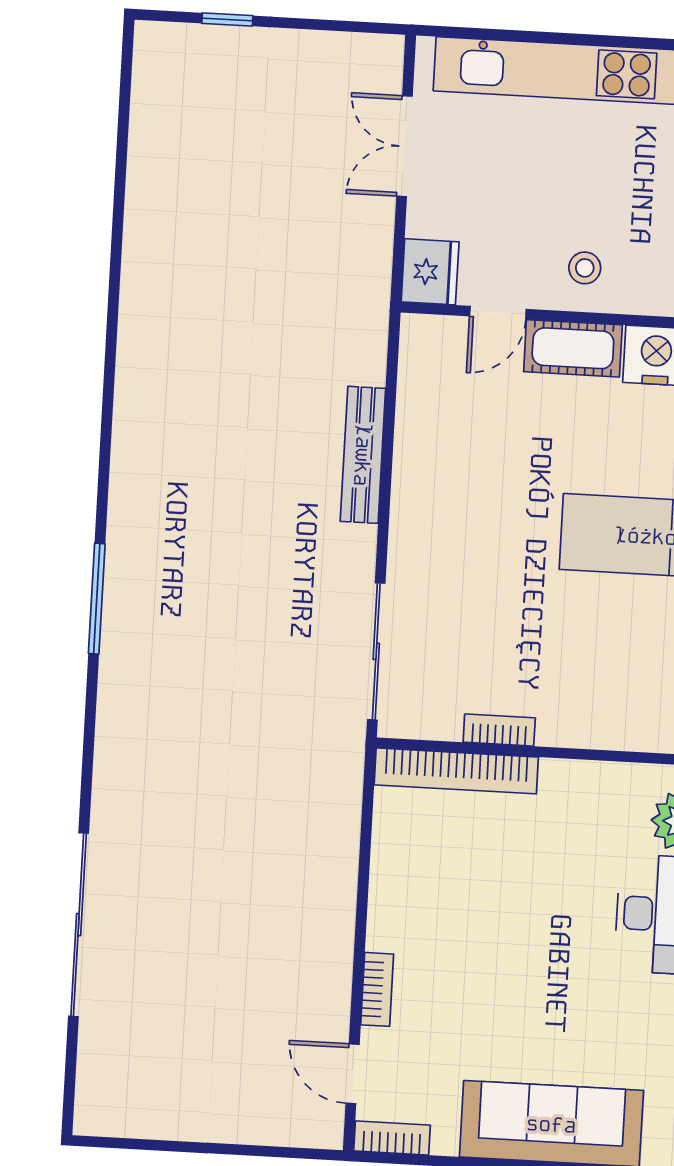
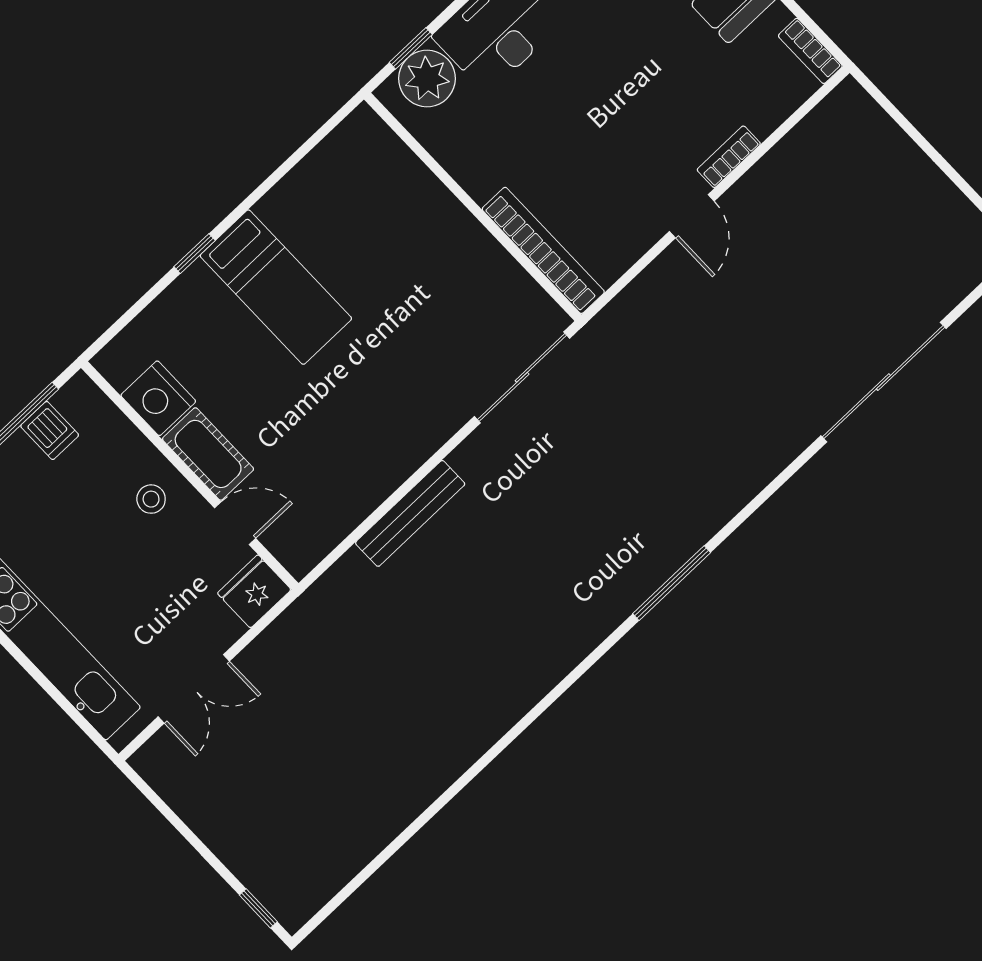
window: (227, 20) -> (258, 908), moved
bookcase: (499, 730) -> (490, 251), removed
door: (353, 1074) -> (692, 216), moved

